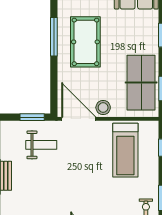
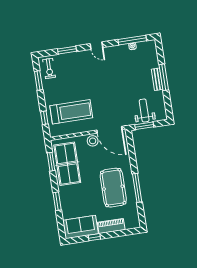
weight bench: (41, 145) -> (144, 110), moved, turned 90
treadmill: (125, 150) -> (71, 112), turned 90

